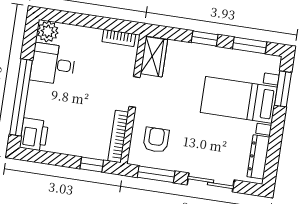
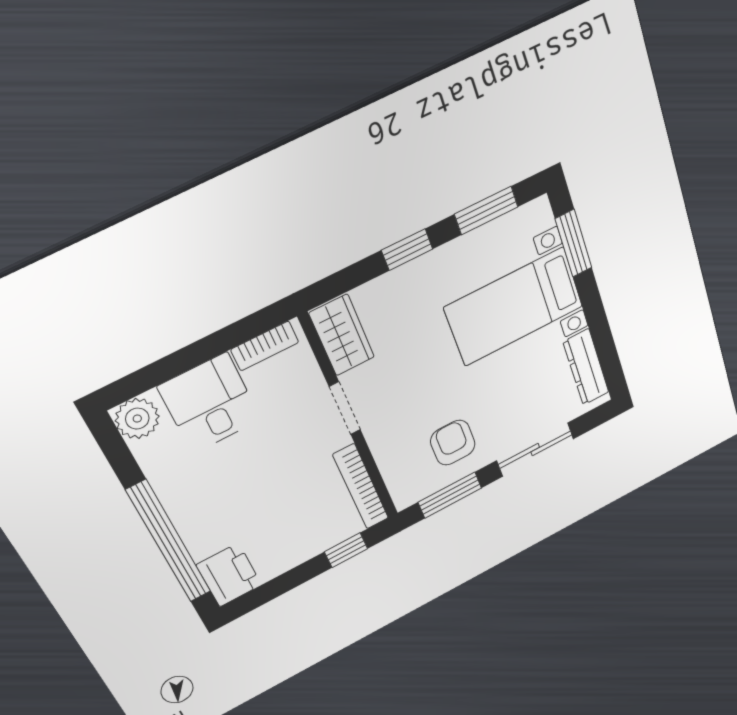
desk: (53, 64) -> (210, 403), moved, turned 90
armchair: (156, 140) -> (453, 443), moved

